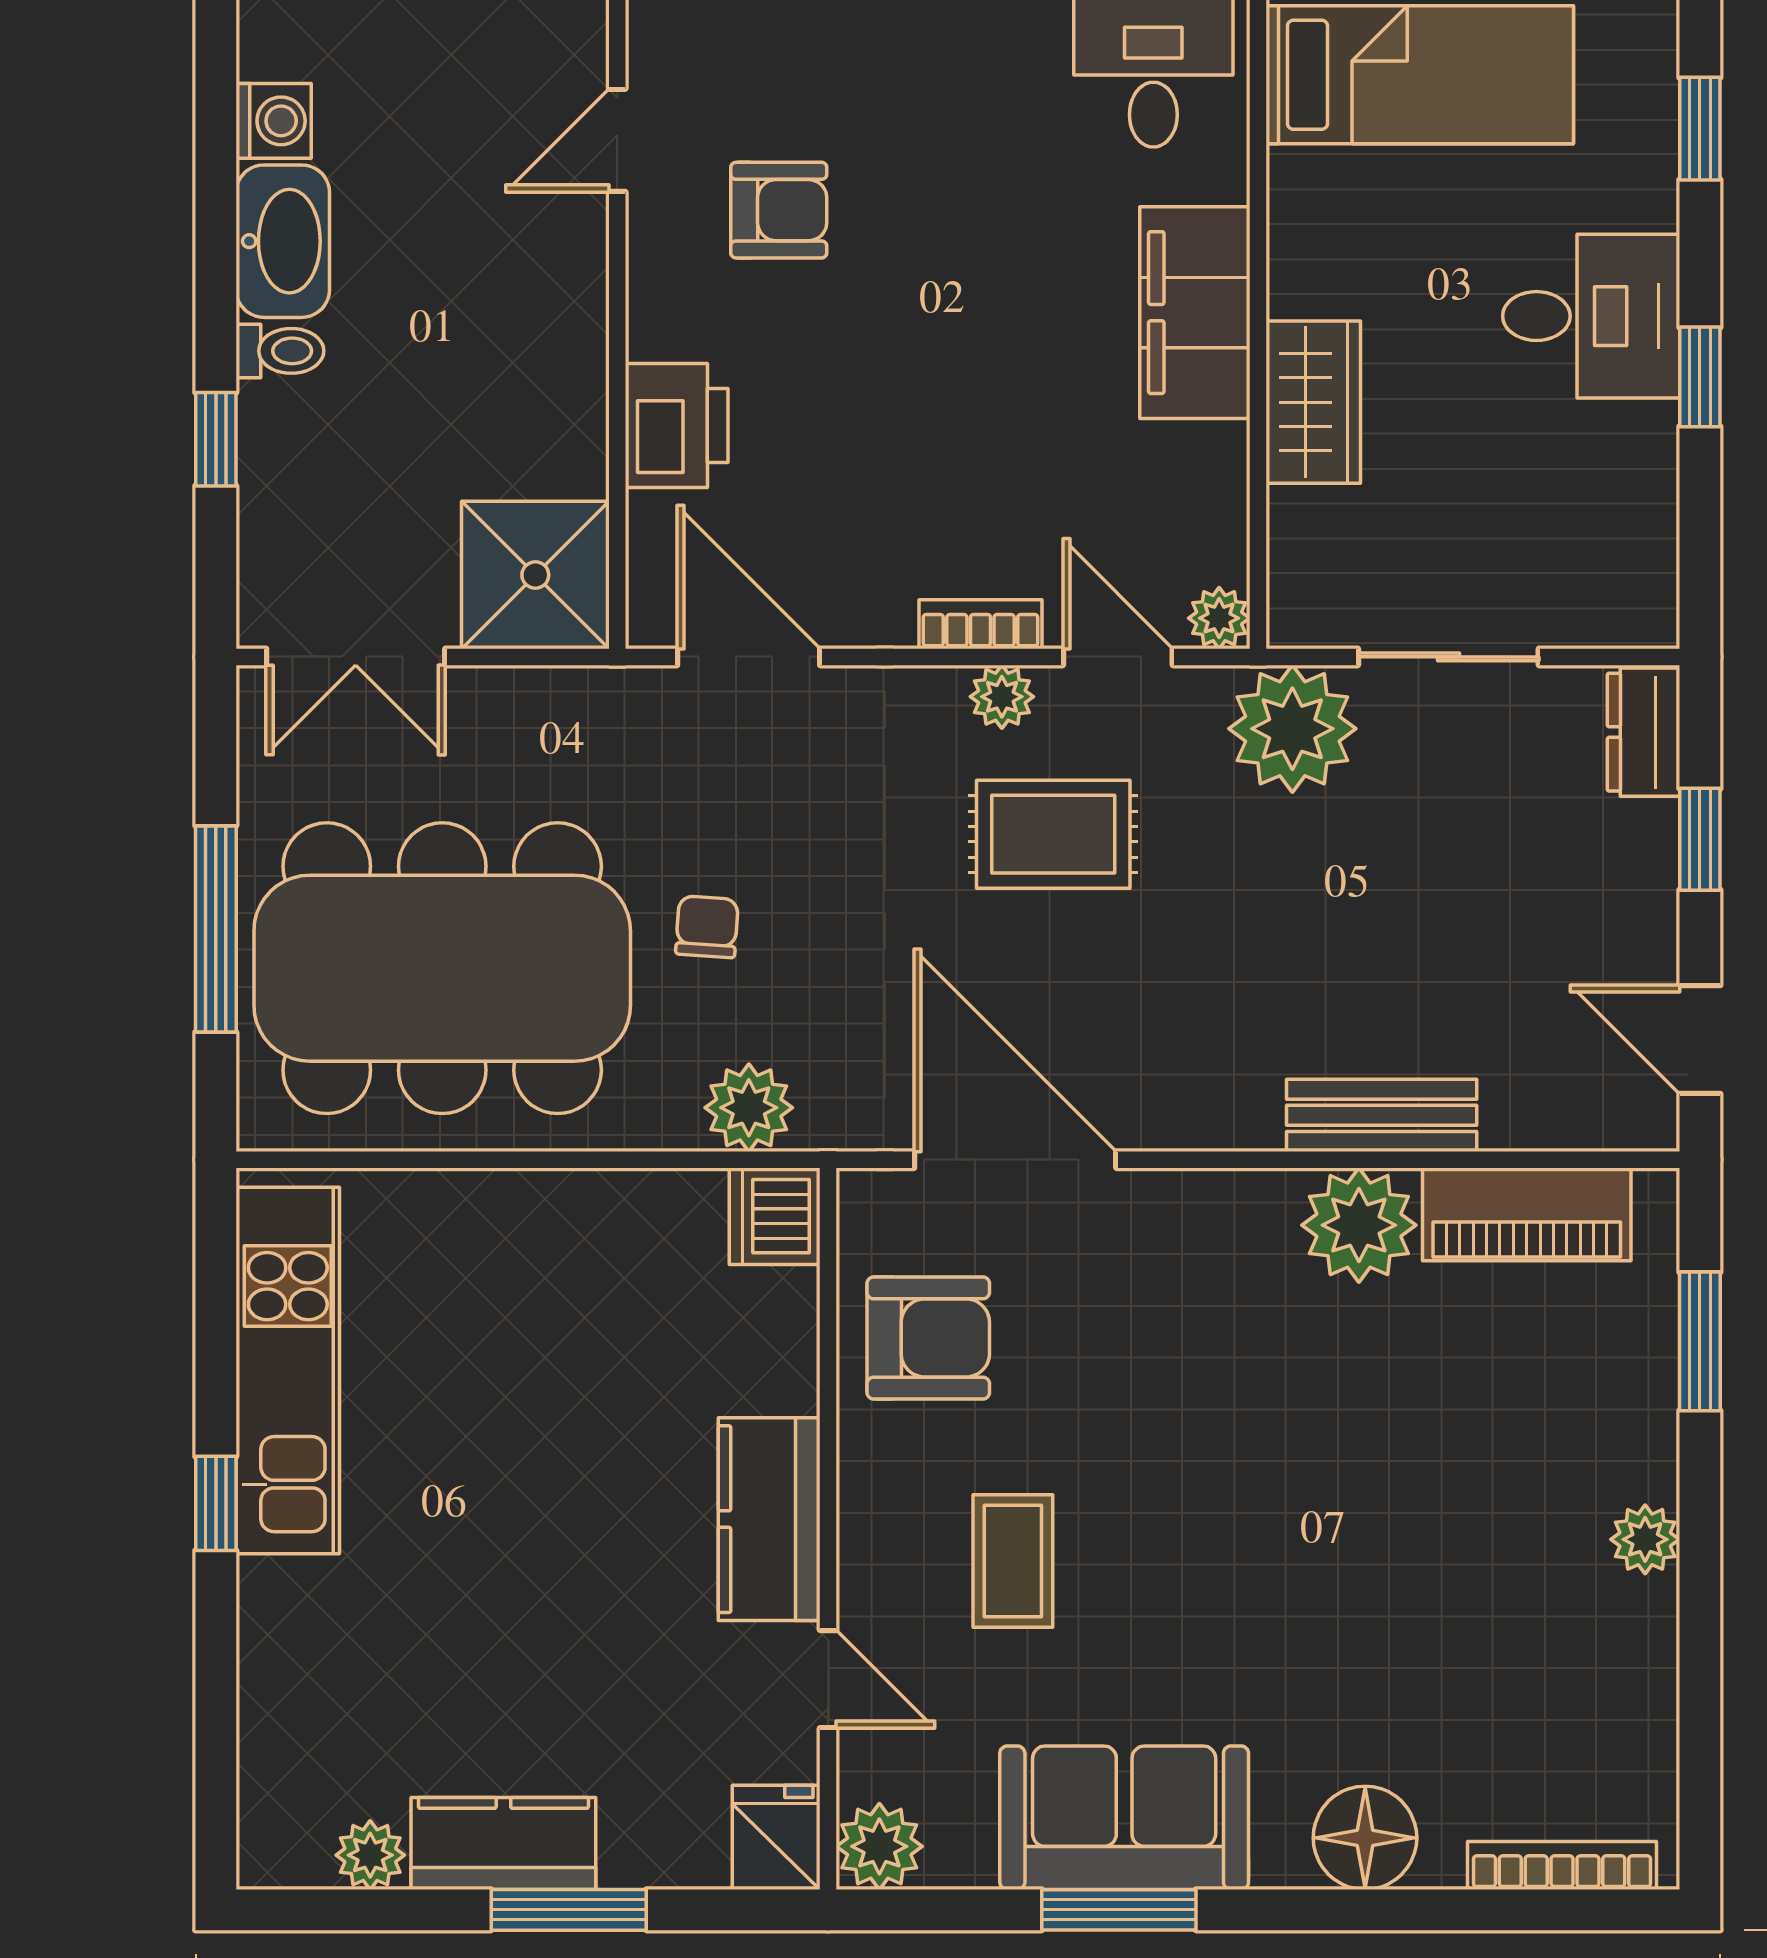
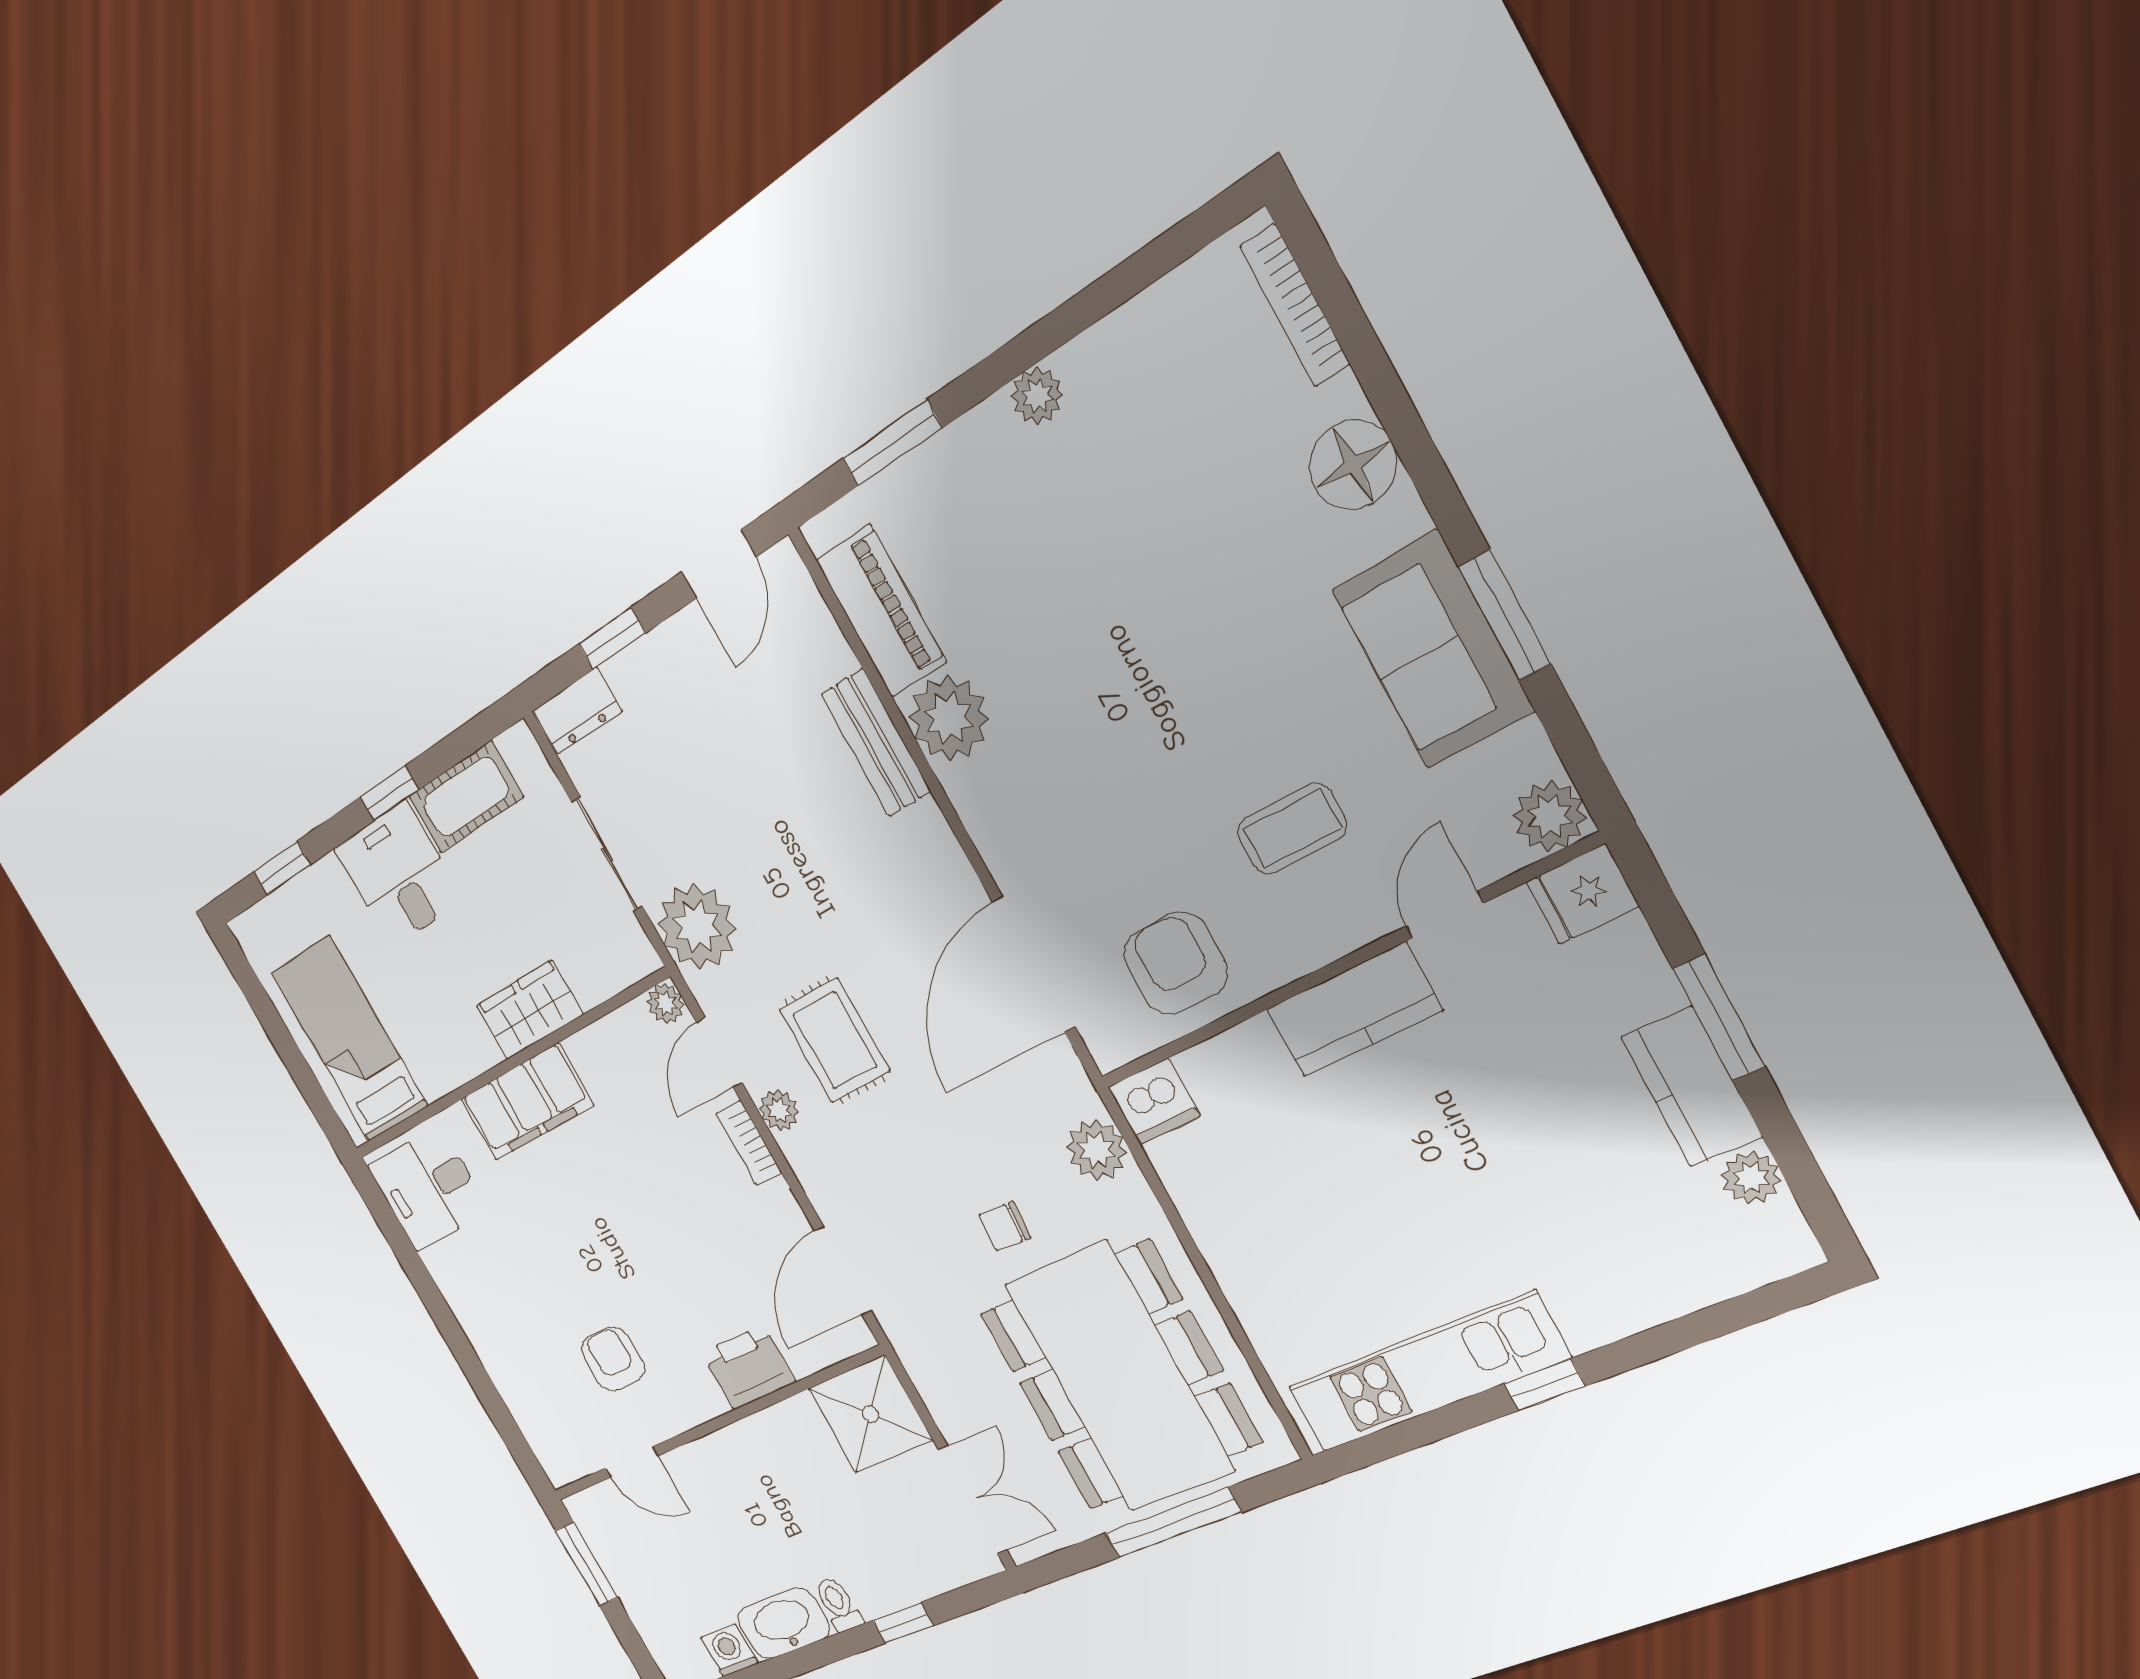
cot: (1632, 493) -> (466, 797), added

